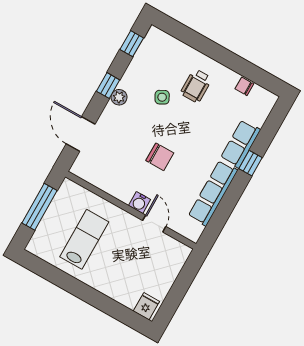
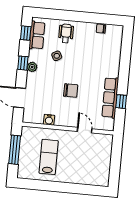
wheelchair: (196, 86) -> (66, 33), moved, turned 180
row of seats: (240, 144) -> (37, 35), moved, turned 180
window: (250, 163) -> (121, 102), moved
water cooler: (140, 203) -> (49, 120), moved
fridge: (146, 306) -> (101, 179), removed

